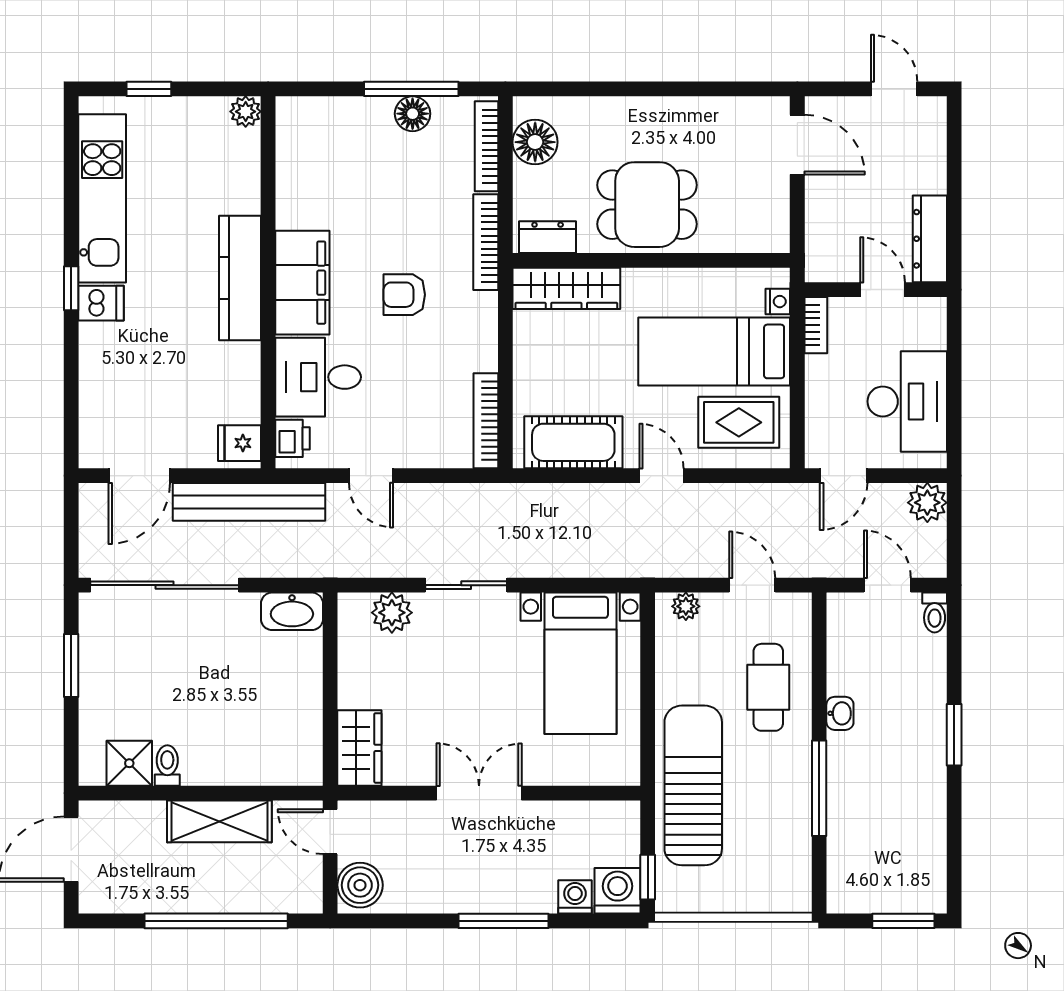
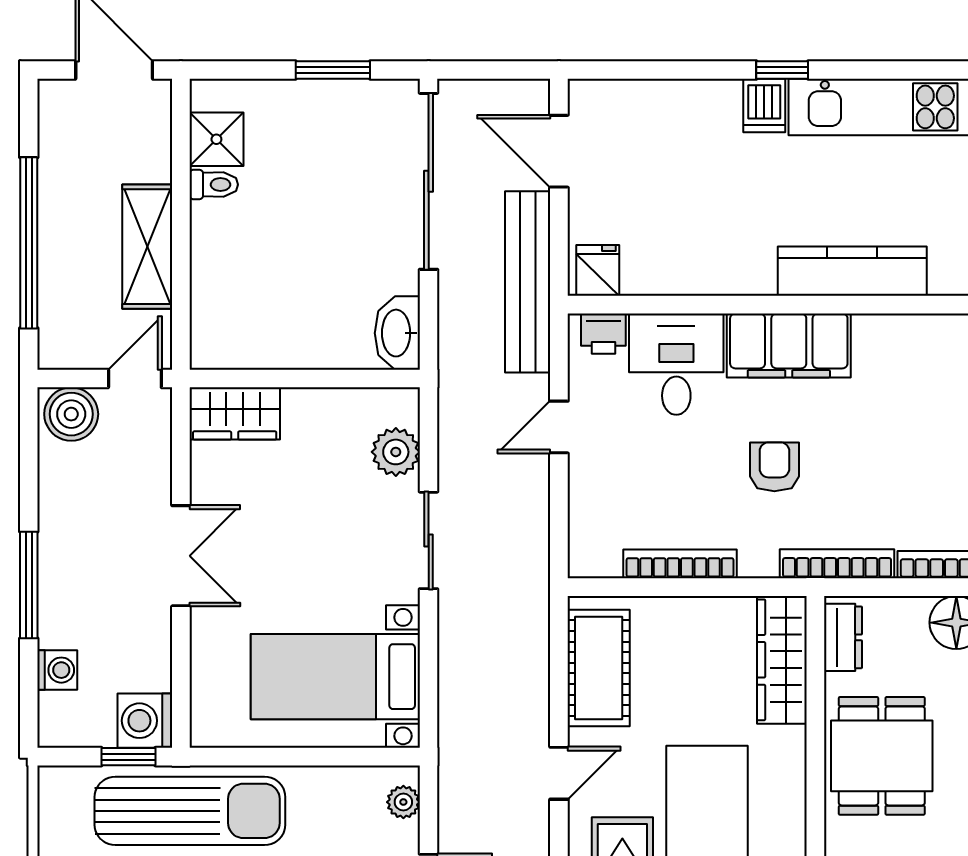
kitchen counter: (240, 278) -> (852, 271), moved
bookcase: (486, 421) -> (680, 564), moved
window: (648, 877) -> (128, 757), moved
washing machine: (617, 891) -> (145, 721), moved, turned 180

